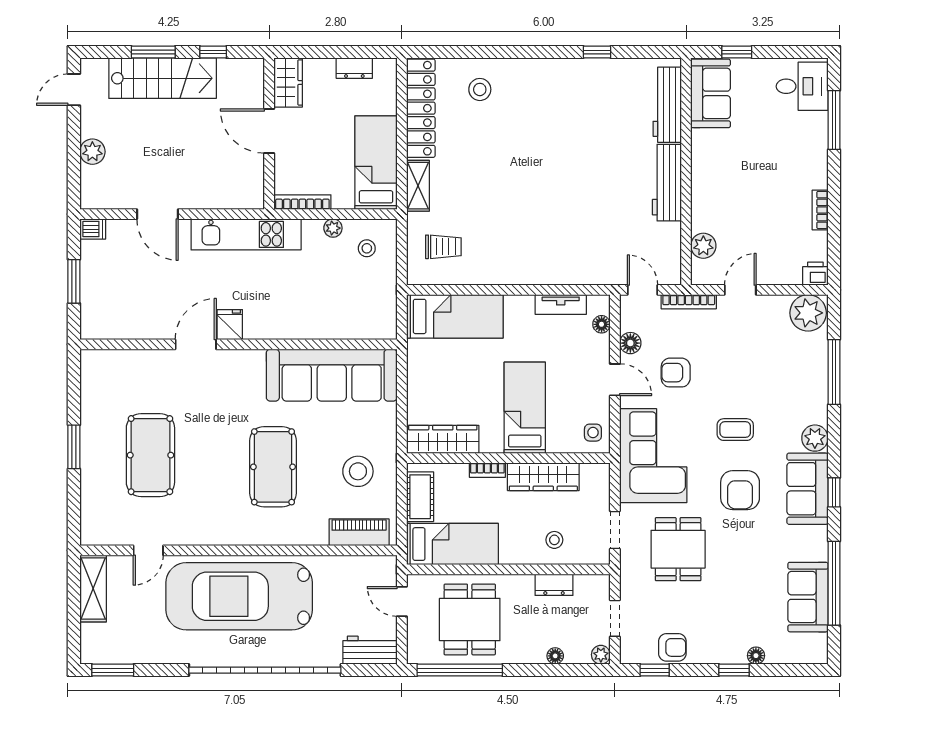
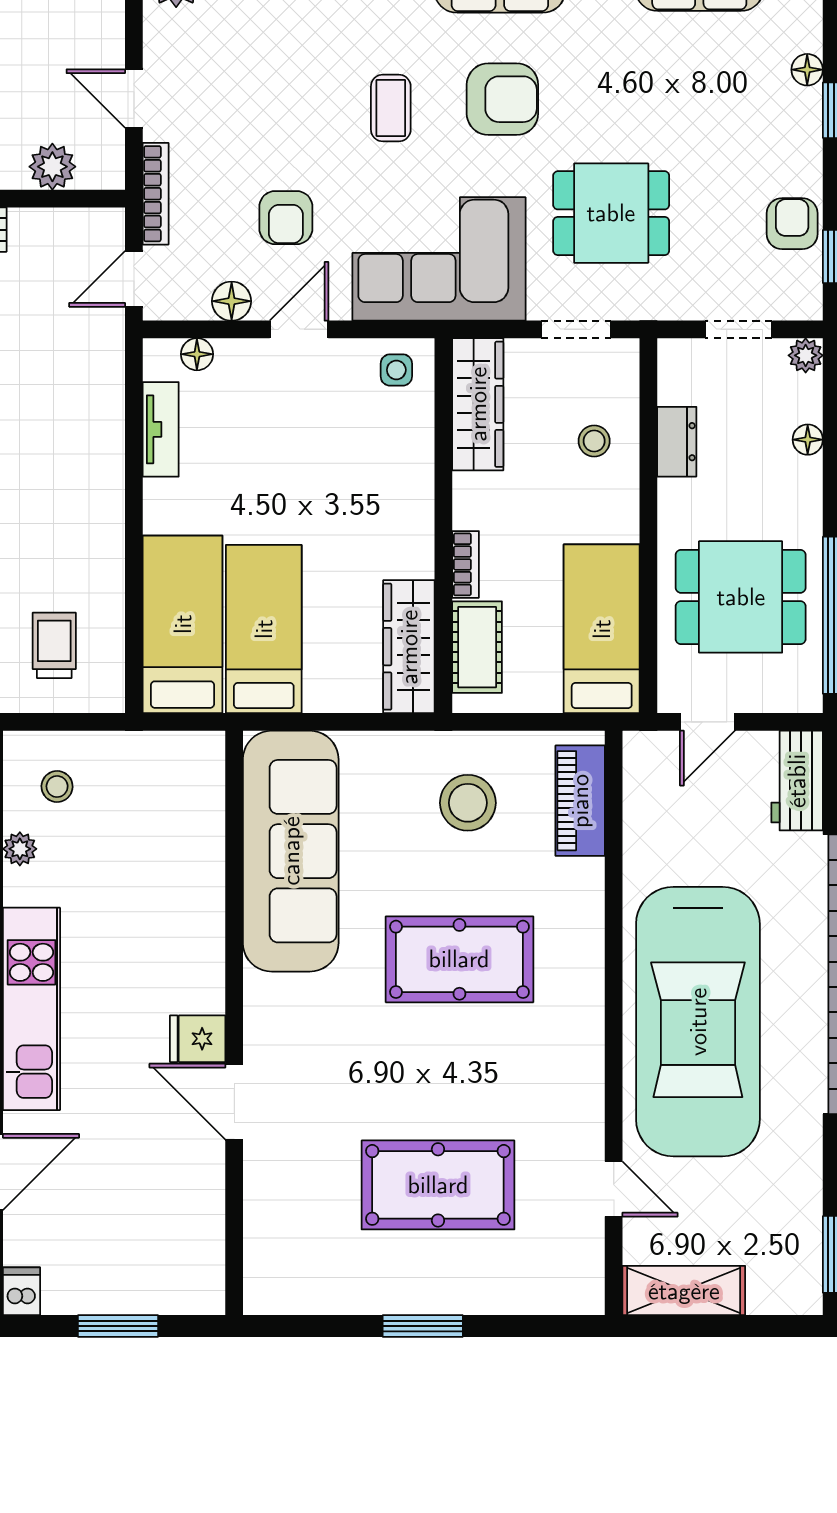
bed: (525, 408) -> (264, 629), moved, turned 90
wardrobe: (543, 477) -> (478, 404), moved
cot: (420, 497) -> (477, 647), moved, turned 90

